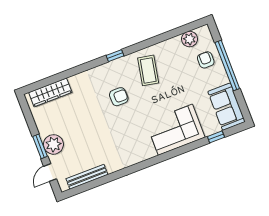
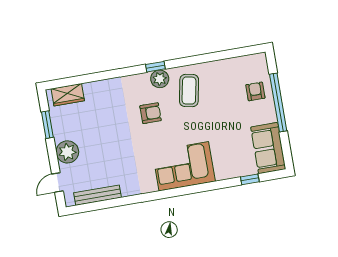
plant: (190, 39) -> (160, 79), moved
wardrobe: (50, 92) -> (68, 95), width x0.67
corner sofa: (175, 130) -> (184, 166), moved
window: (40, 146) -> (47, 125), moved

